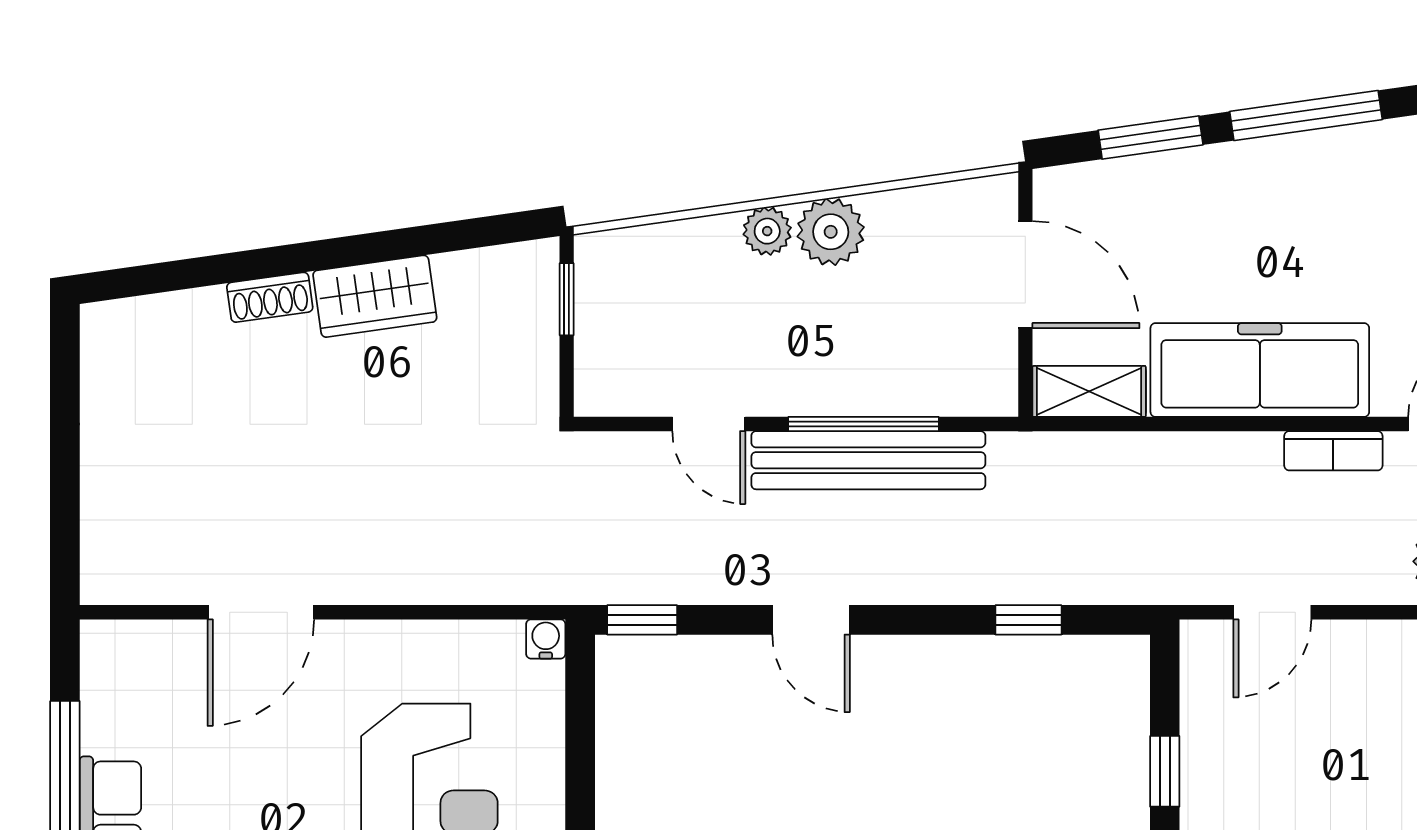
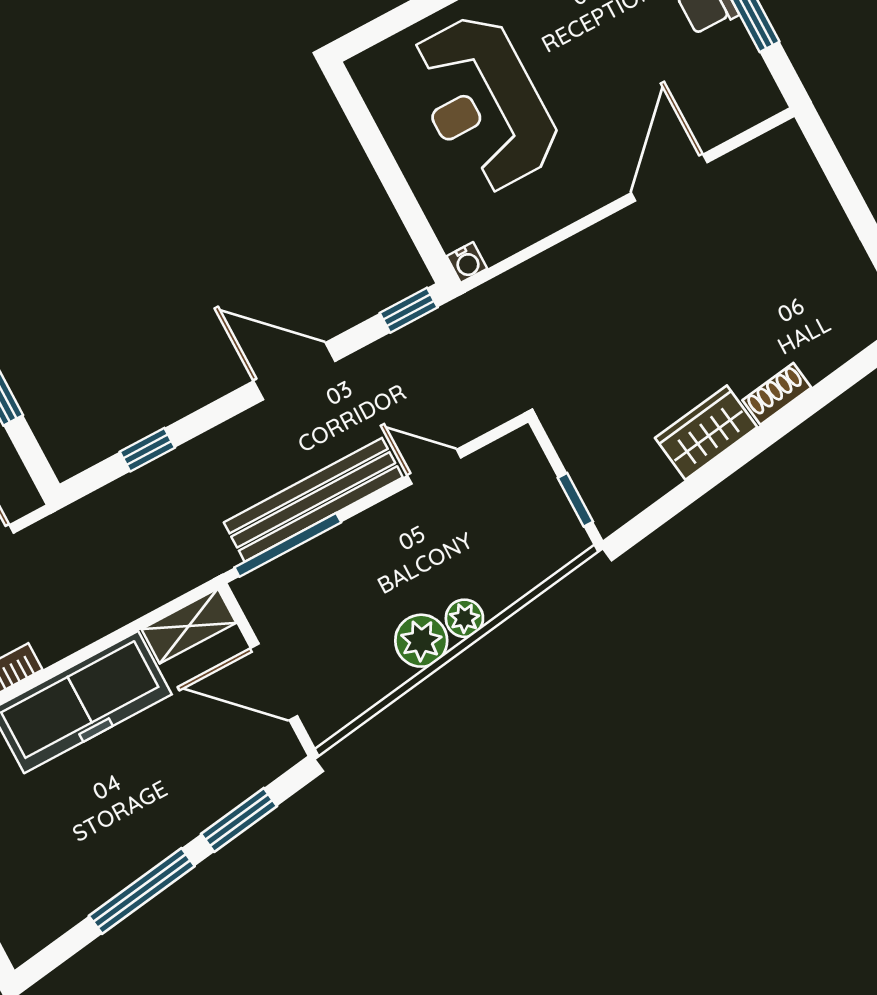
window: (864, 424) -> (288, 545), moved
door: (811, 620) -> (294, 371), width x1.38

